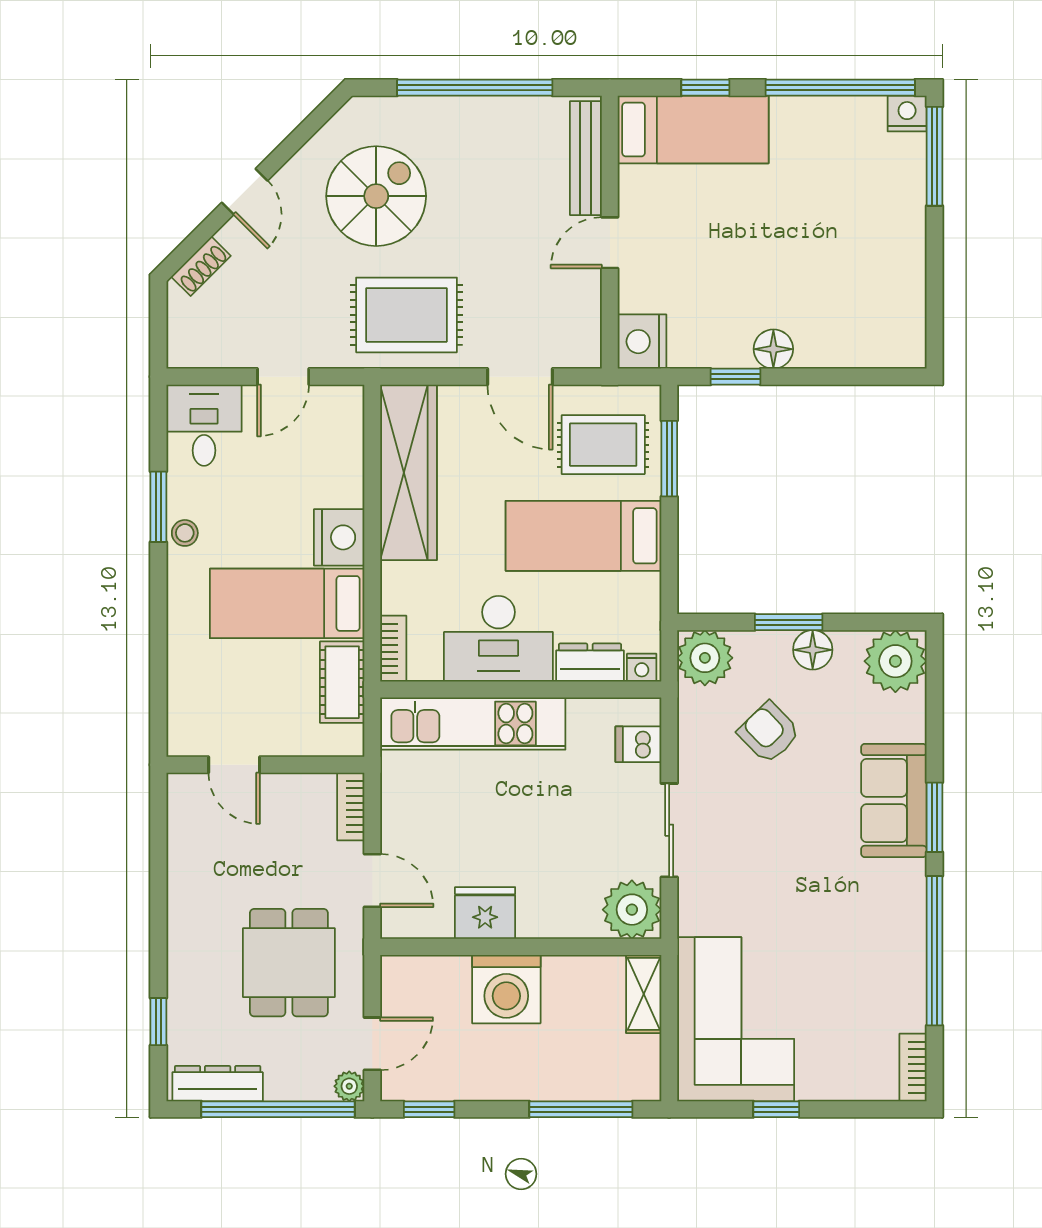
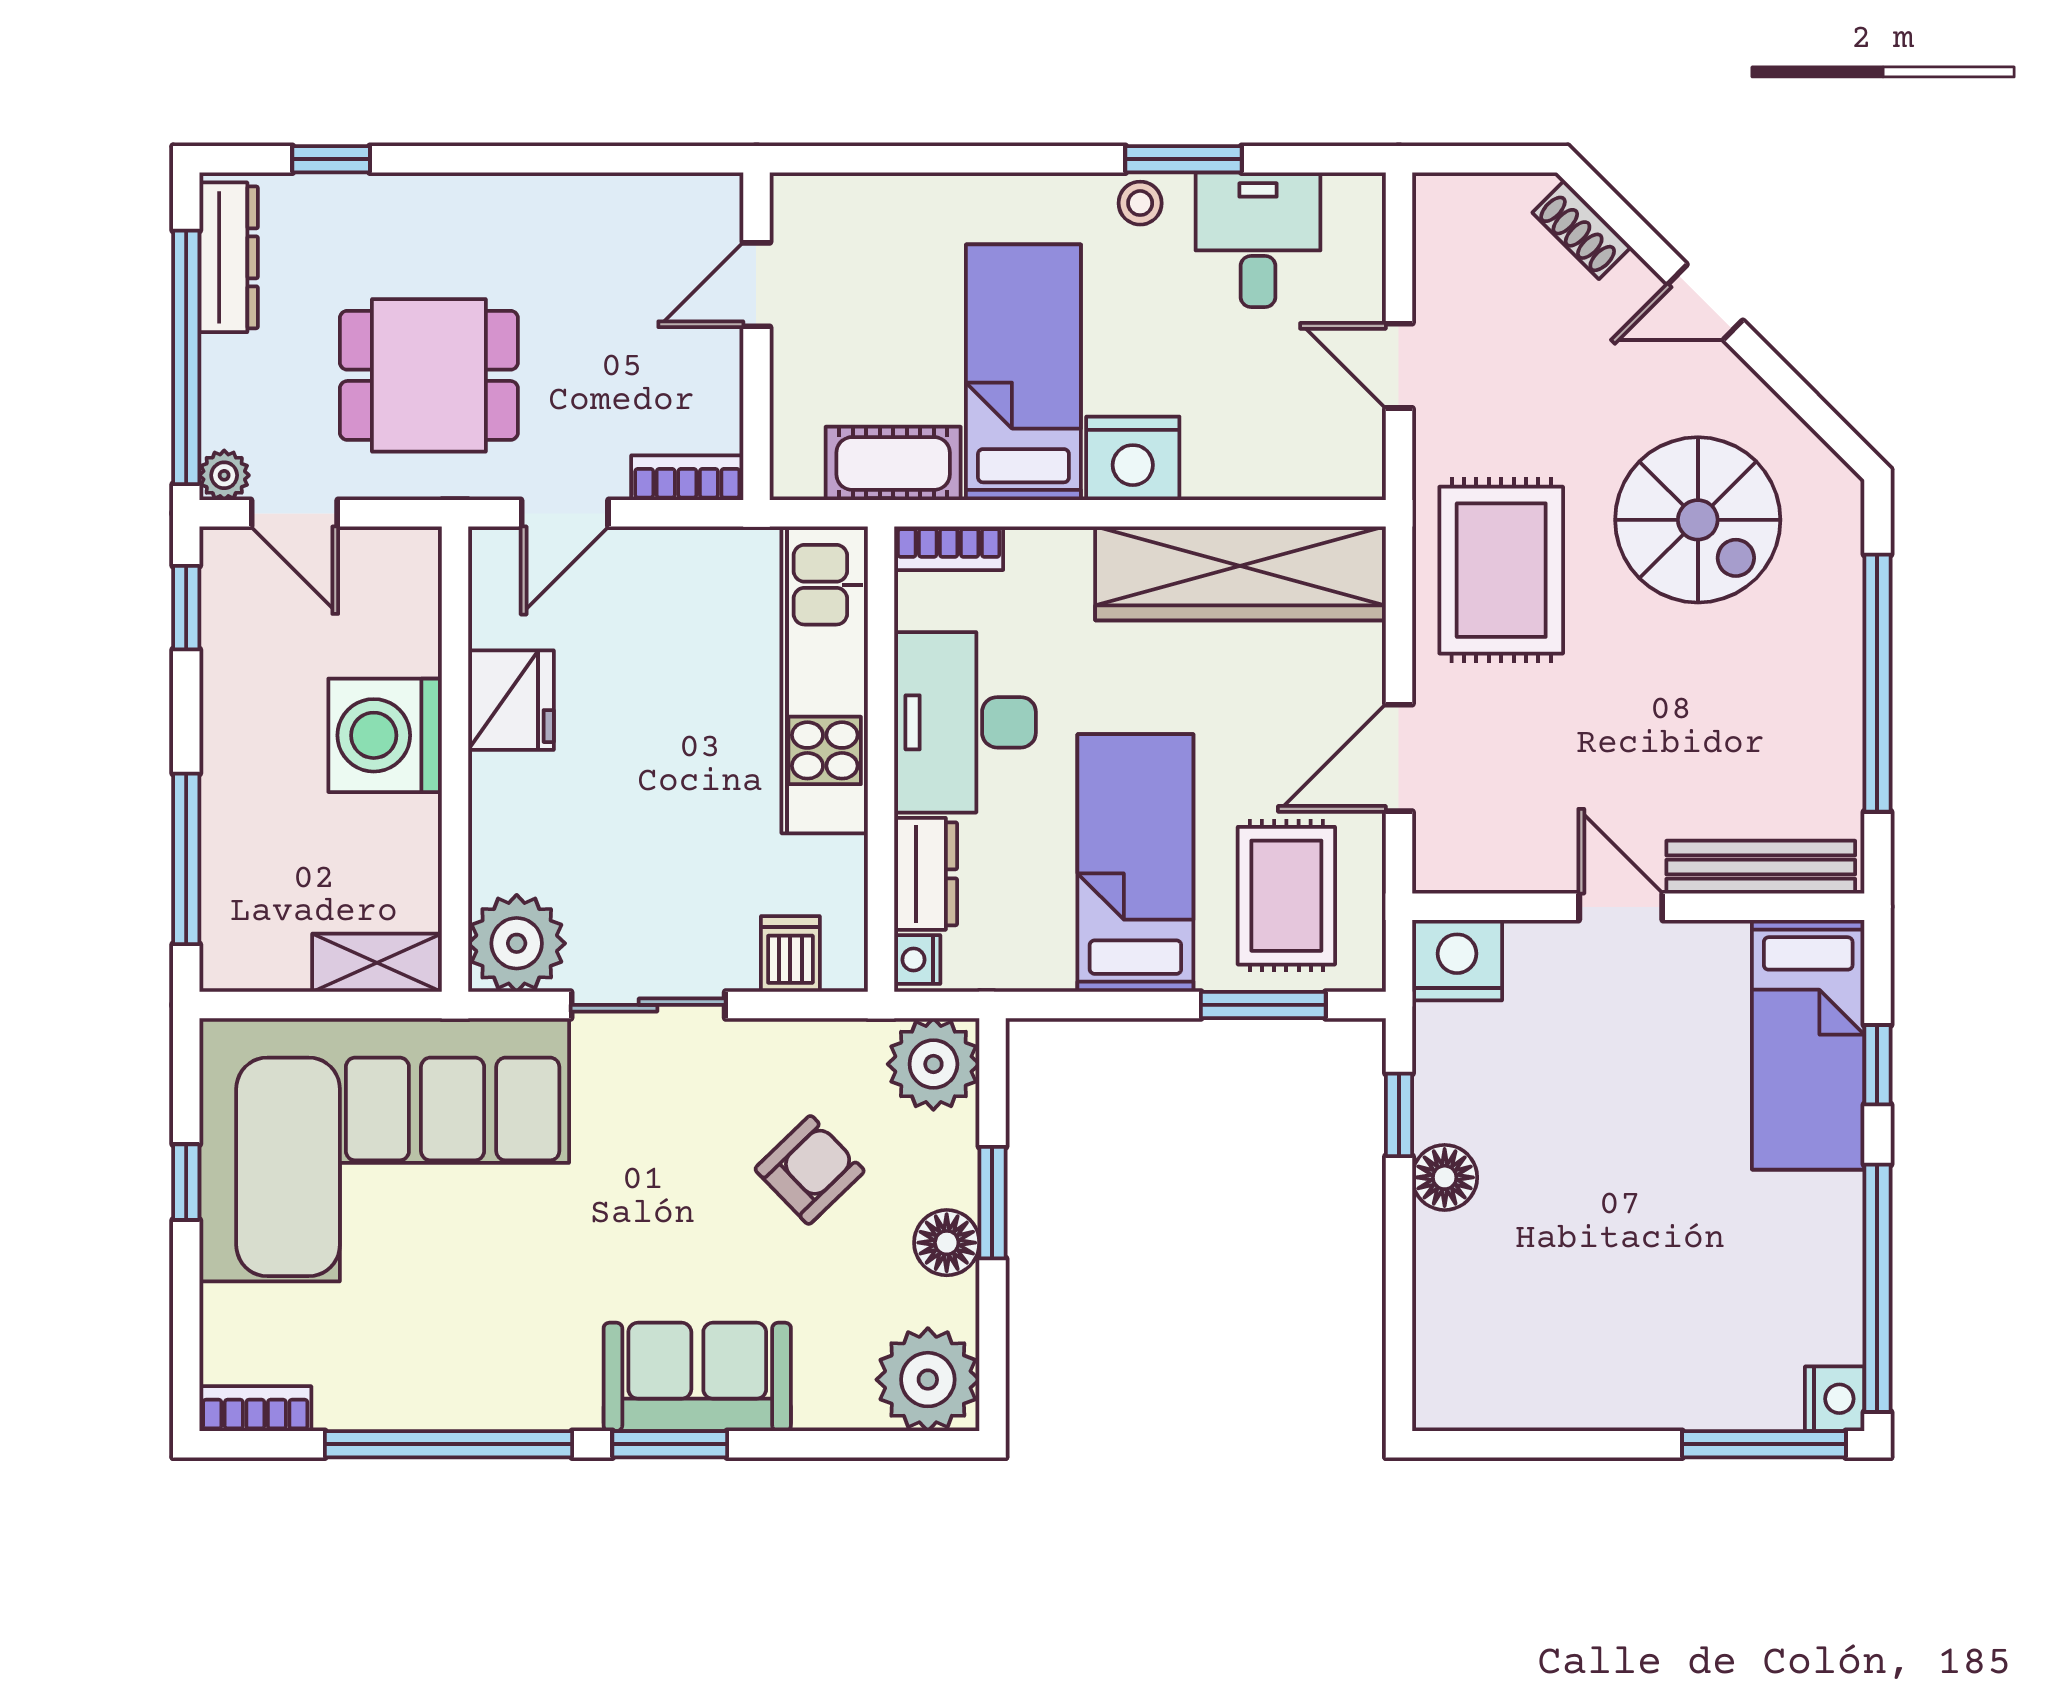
desk: (204, 425) -> (1258, 240), moved, turned -90
corner sofa: (736, 1019) -> (384, 1150), width x1.36, depth x1.36

